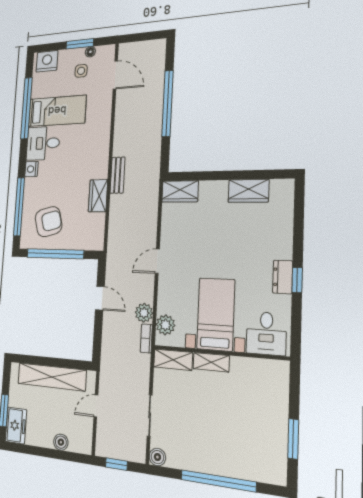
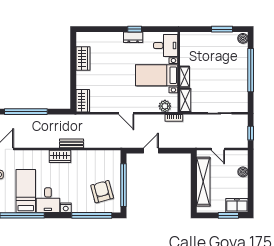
wardrobe: (98, 196) -> (60, 156), moved
plant: (144, 313) -> (158, 120), removed
boiler: (157, 457) -> (243, 38), moved

